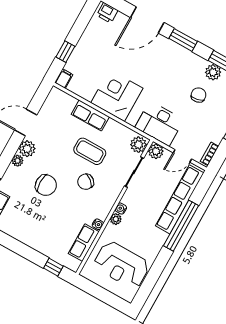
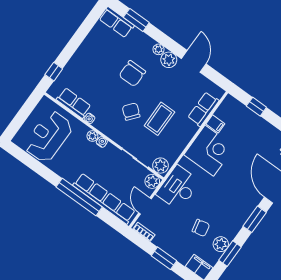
filing cabinet: (64, 79) -> (215, 124), moved
row of seats: (90, 115) -> (203, 109), moved

